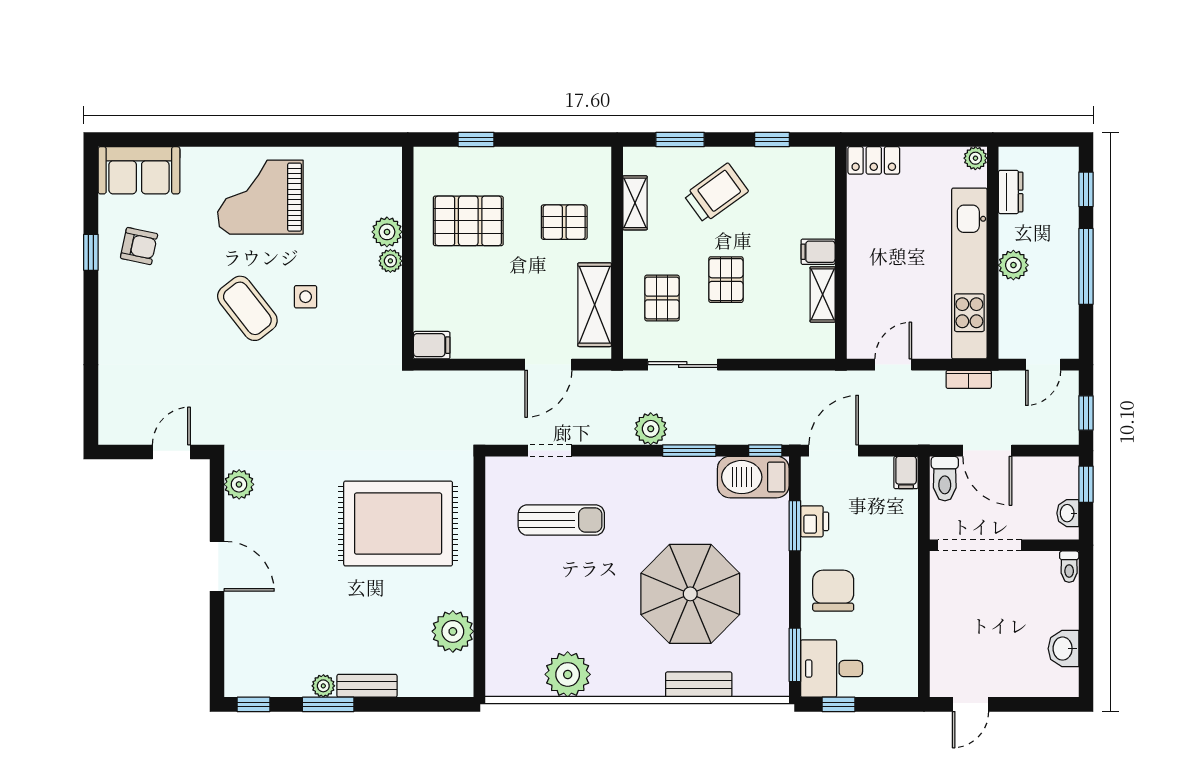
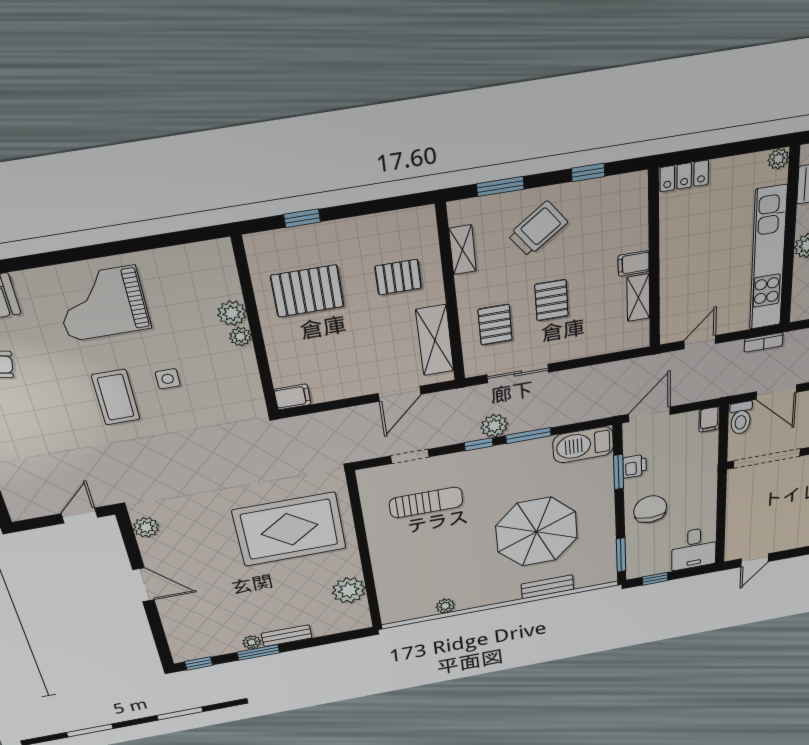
coffee table: (247, 308) -> (116, 397), turned 38
window: (765, 451) -> (479, 444), moved
desk: (832, 669) -> (694, 549), moved, turned -90
plant: (568, 674) -> (445, 606), width x0.53, depth x0.53

